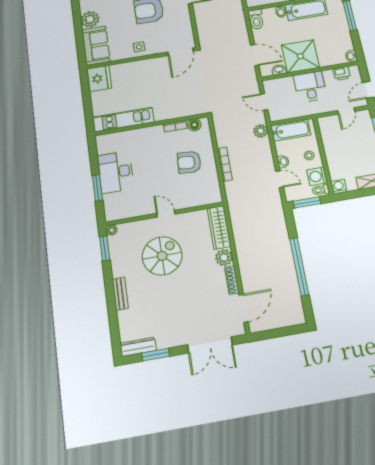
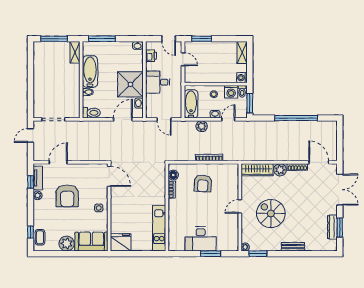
door: (264, 102) -> (164, 119), hinge flipped
plant: (261, 131) -> (202, 126), moved
dresser: (138, 347) -> (332, 227), moved

